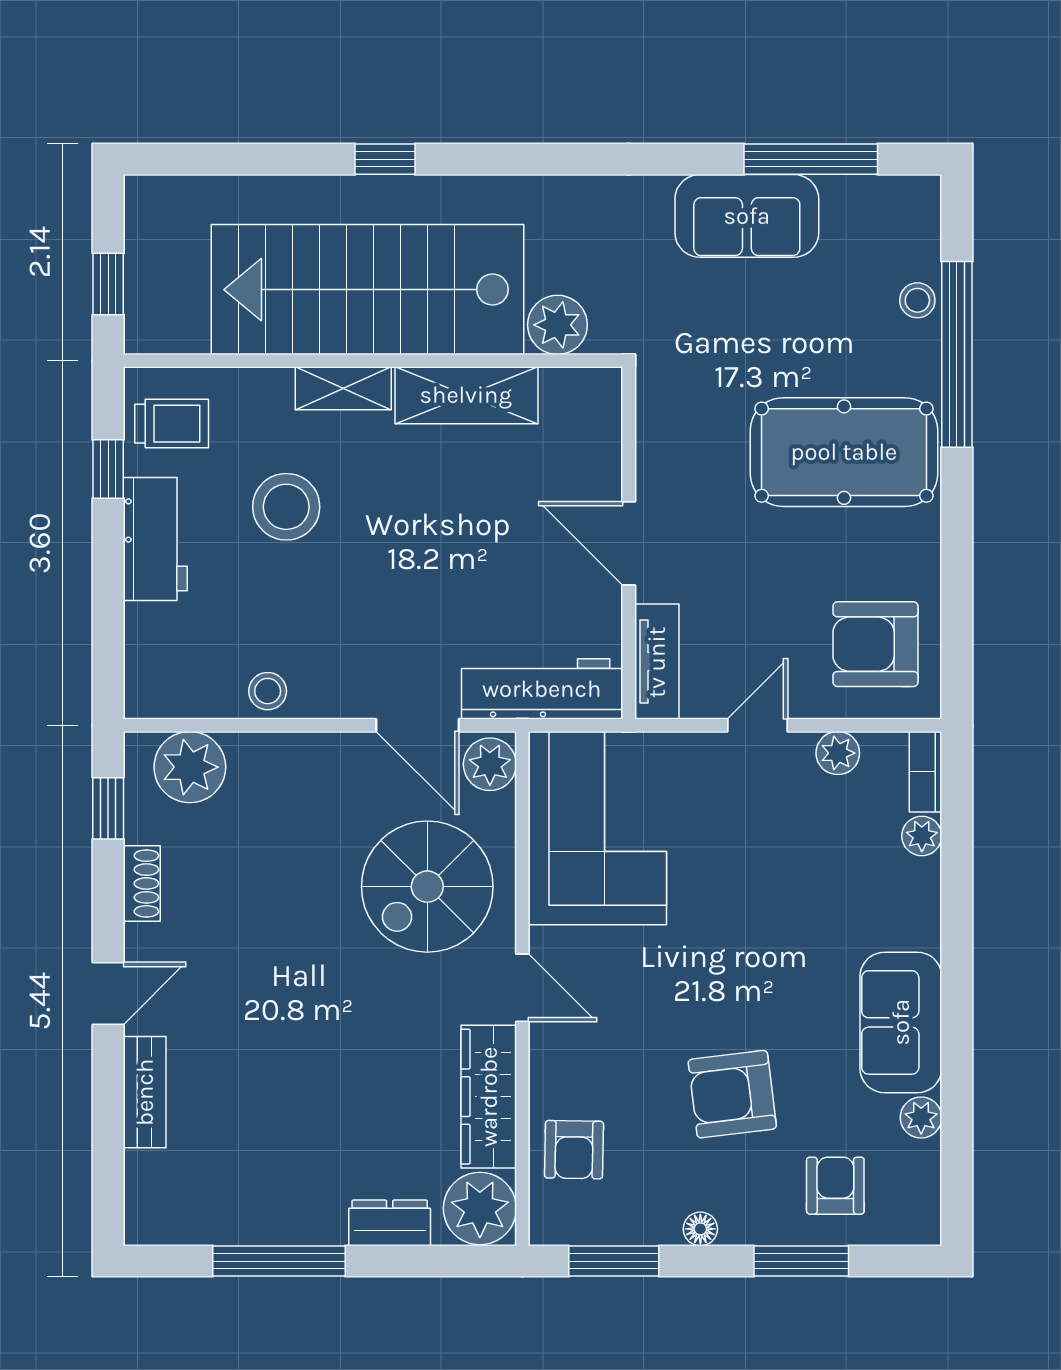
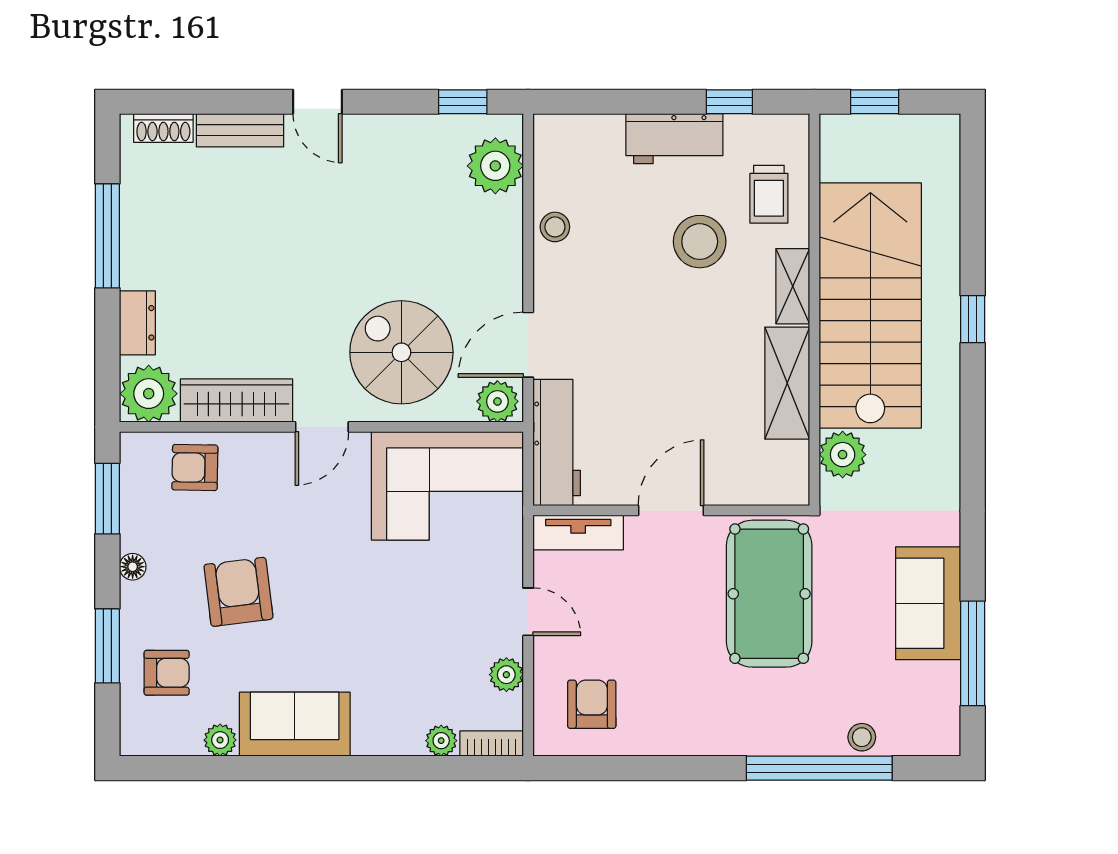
trolley: (172, 424) -> (769, 194), moved
pool table: (844, 452) -> (769, 594), moved
armchair: (875, 644) -> (592, 704), width x0.72, depth x0.72
shoe rack: (142, 883) -> (163, 128), moved

